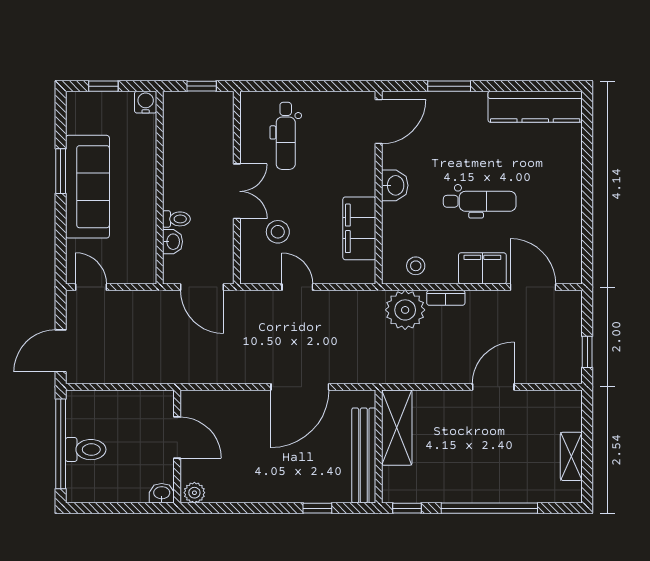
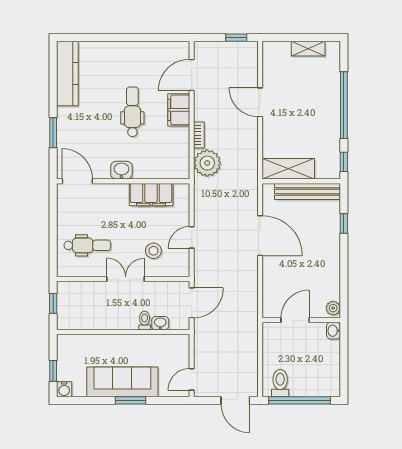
water cooler: (146, 102) -> (64, 389), moved, turned -90
window: (61, 171) -> (131, 400), moved
stool: (416, 266) -> (177, 156), removed
toilet: (86, 450) -> (280, 383), moved

